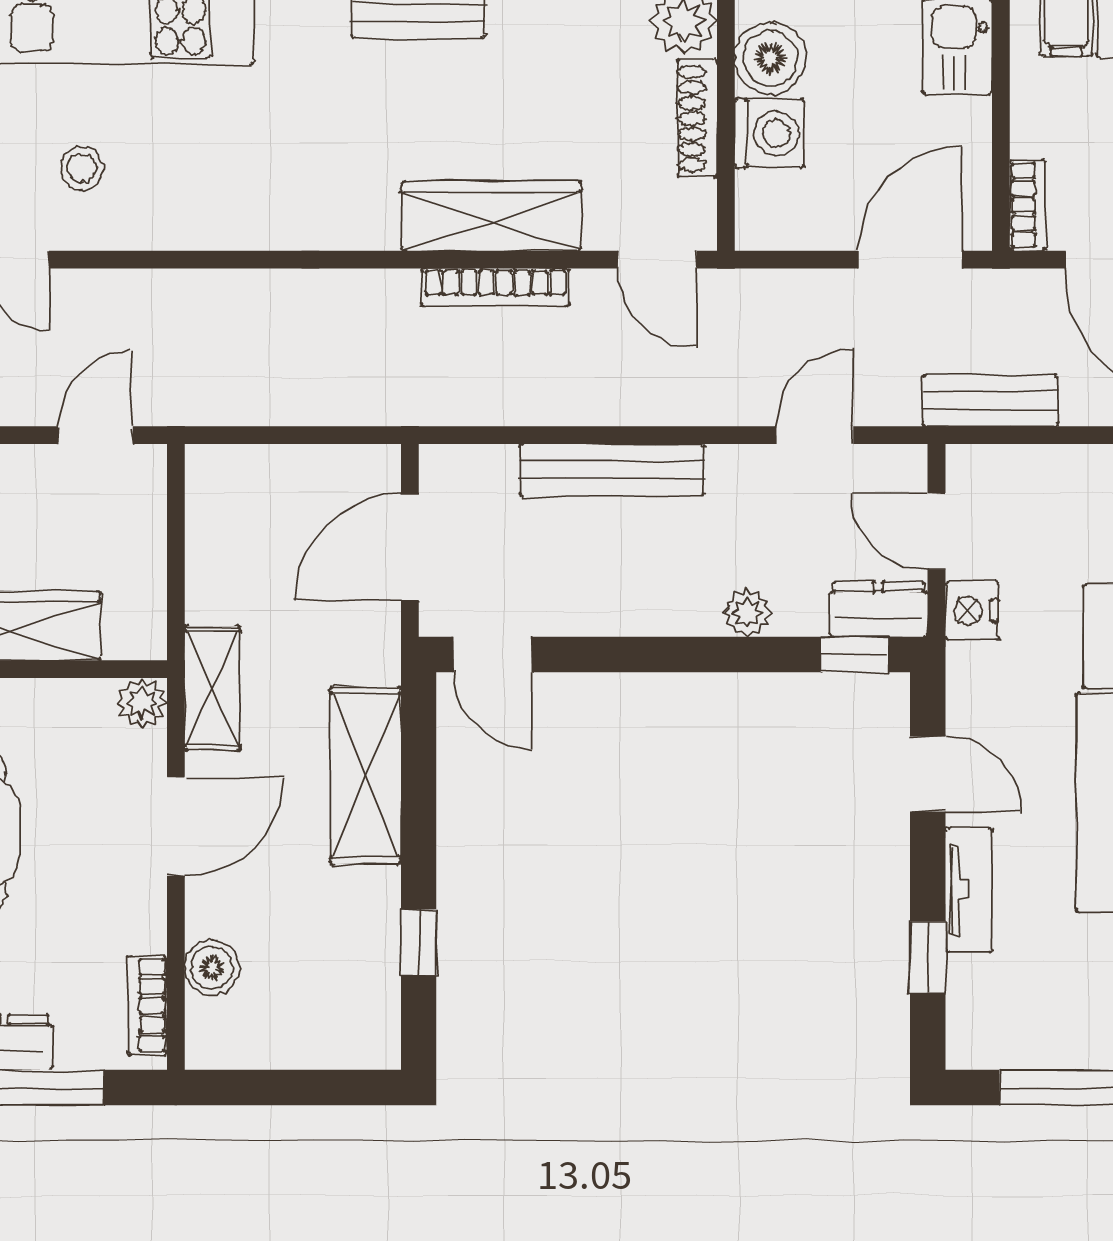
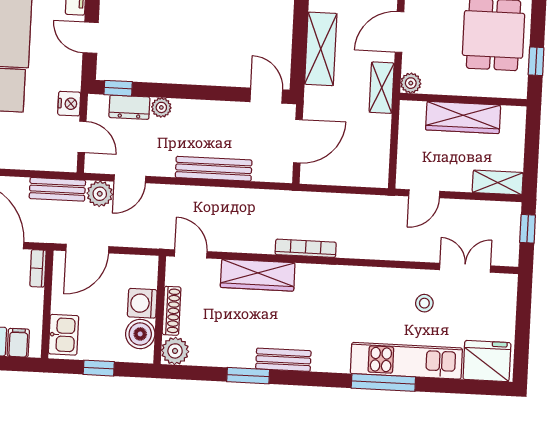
bookcase: (495, 287) -> (306, 248), moved
plant: (886, 395) -> (100, 194), added
dresser: (879, 609) -> (129, 107), moved

